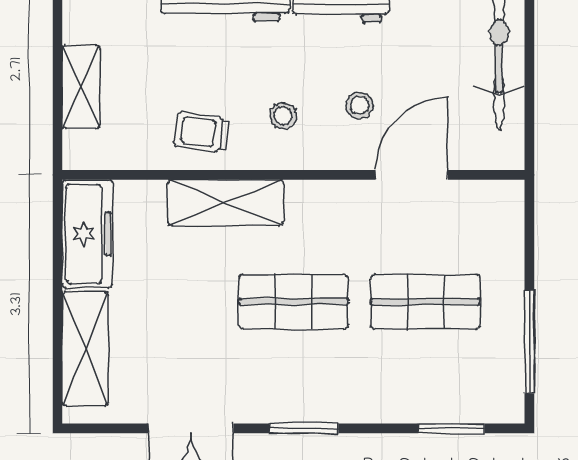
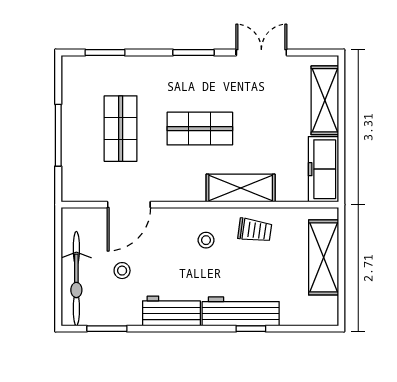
shelving: (81, 87) -> (324, 257), width x1.50, depth x1.33
stool: (359, 105) -> (122, 271), moved
shop shelf: (425, 302) -> (121, 129), turned 90
window: (529, 342) -> (58, 135), moved

